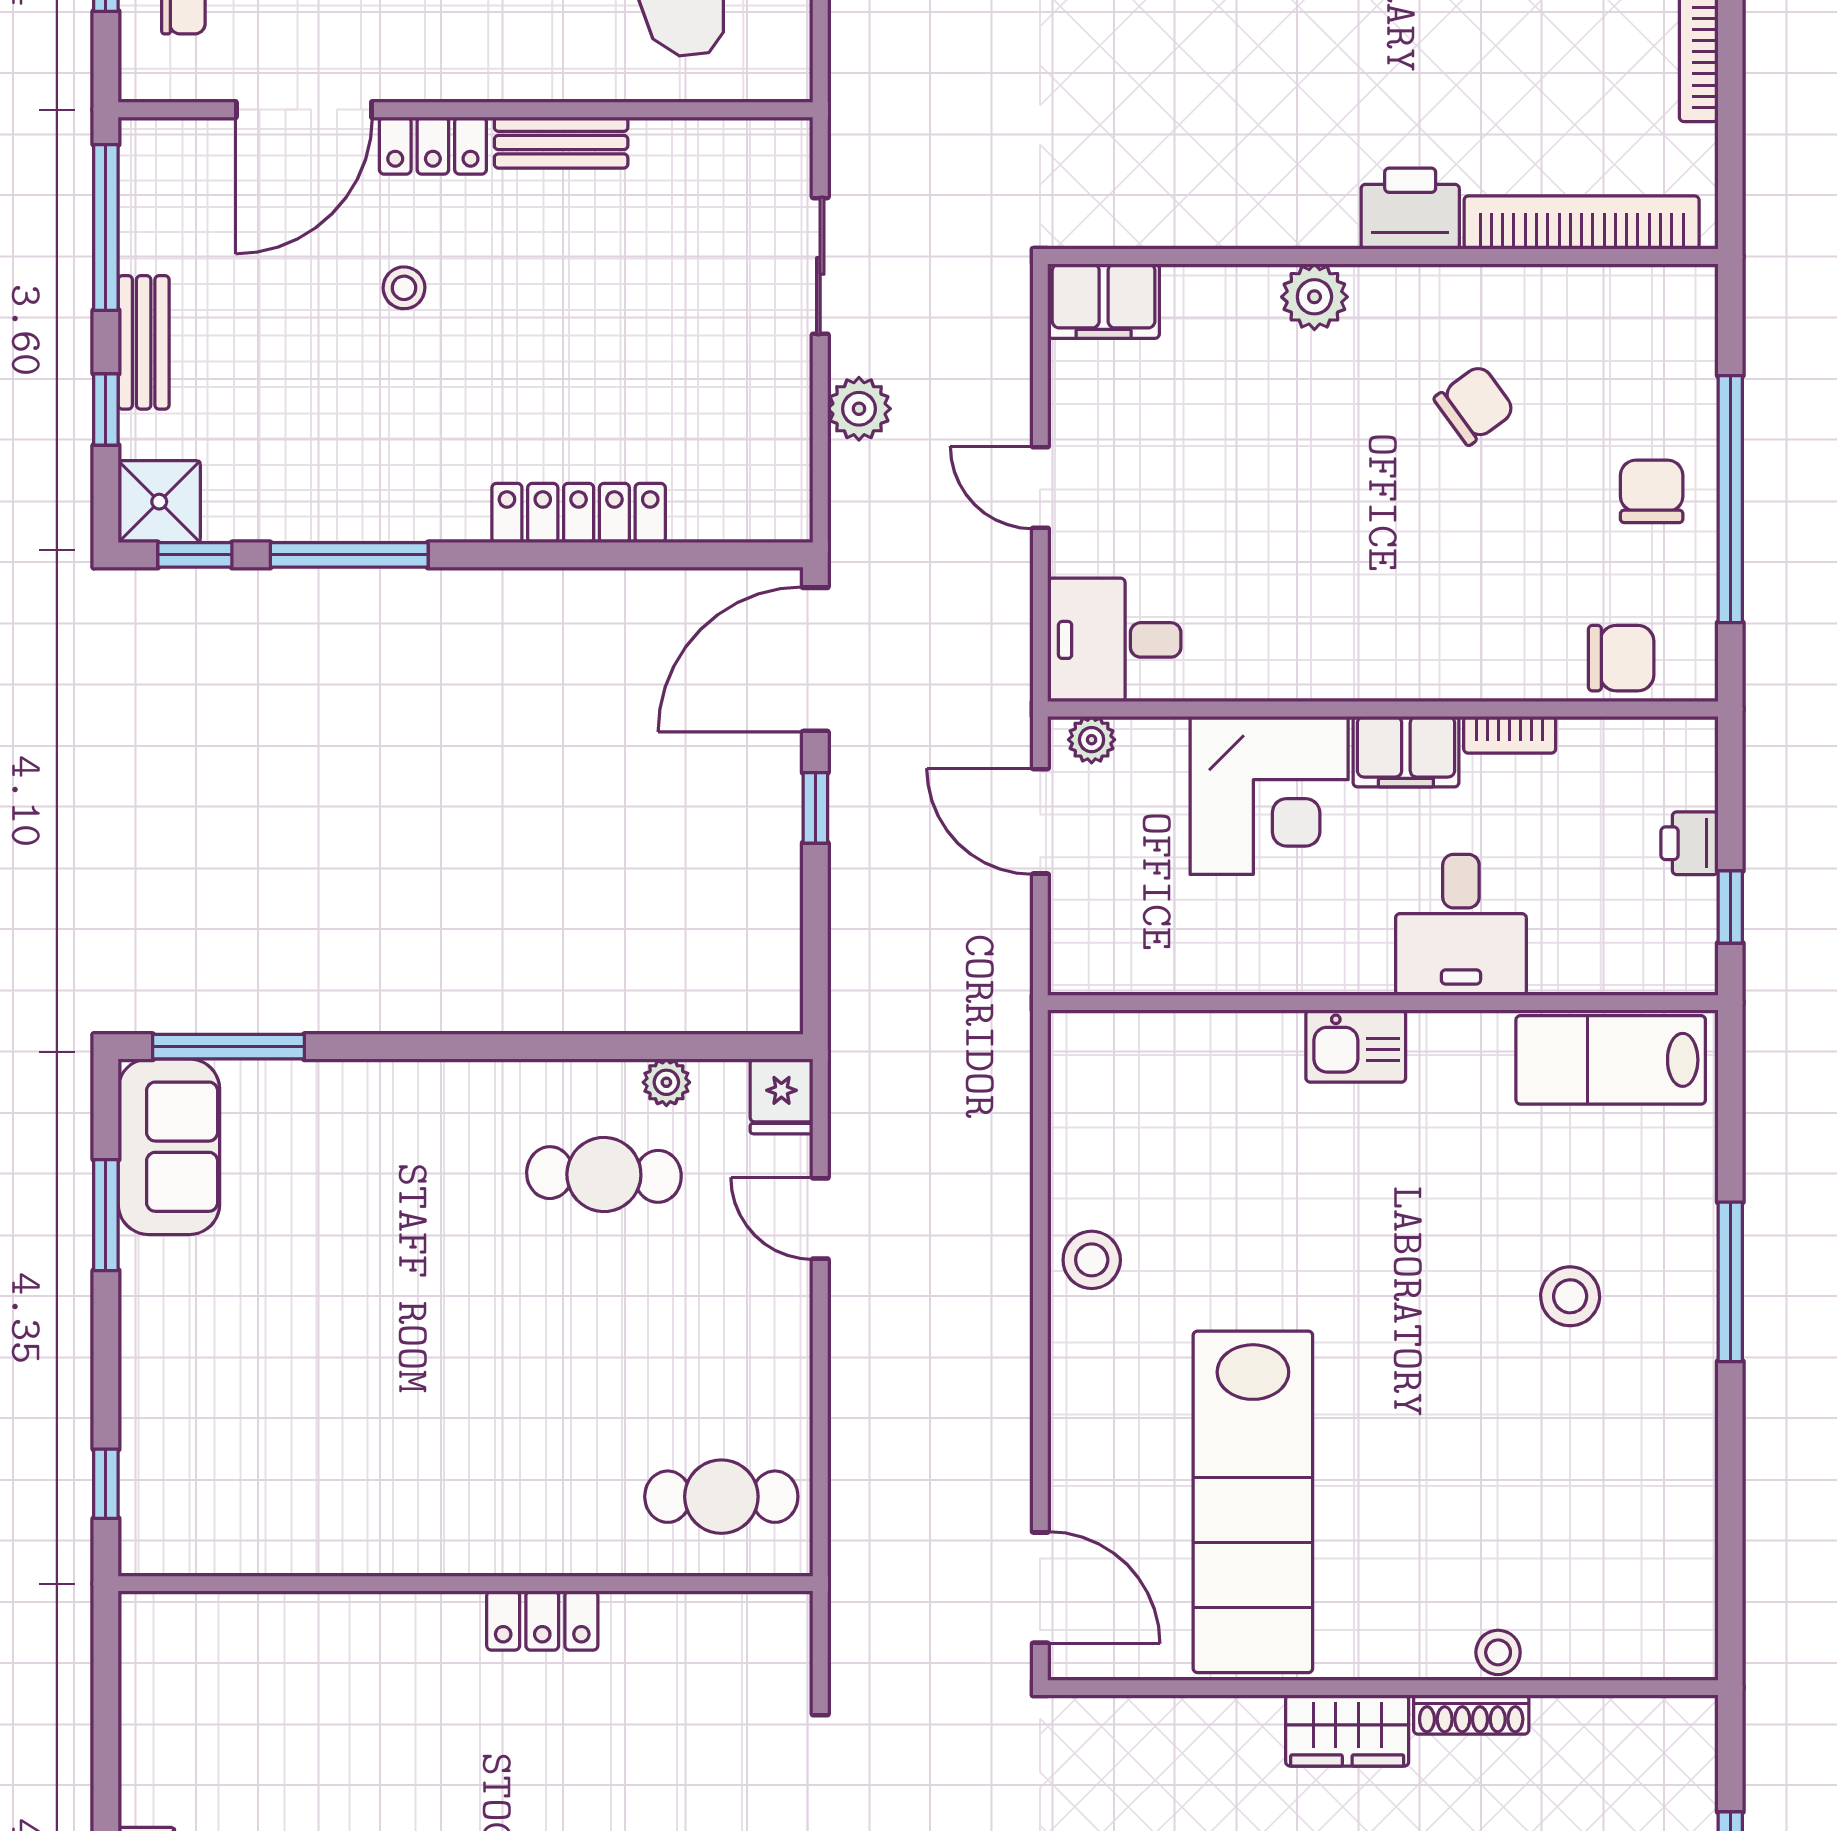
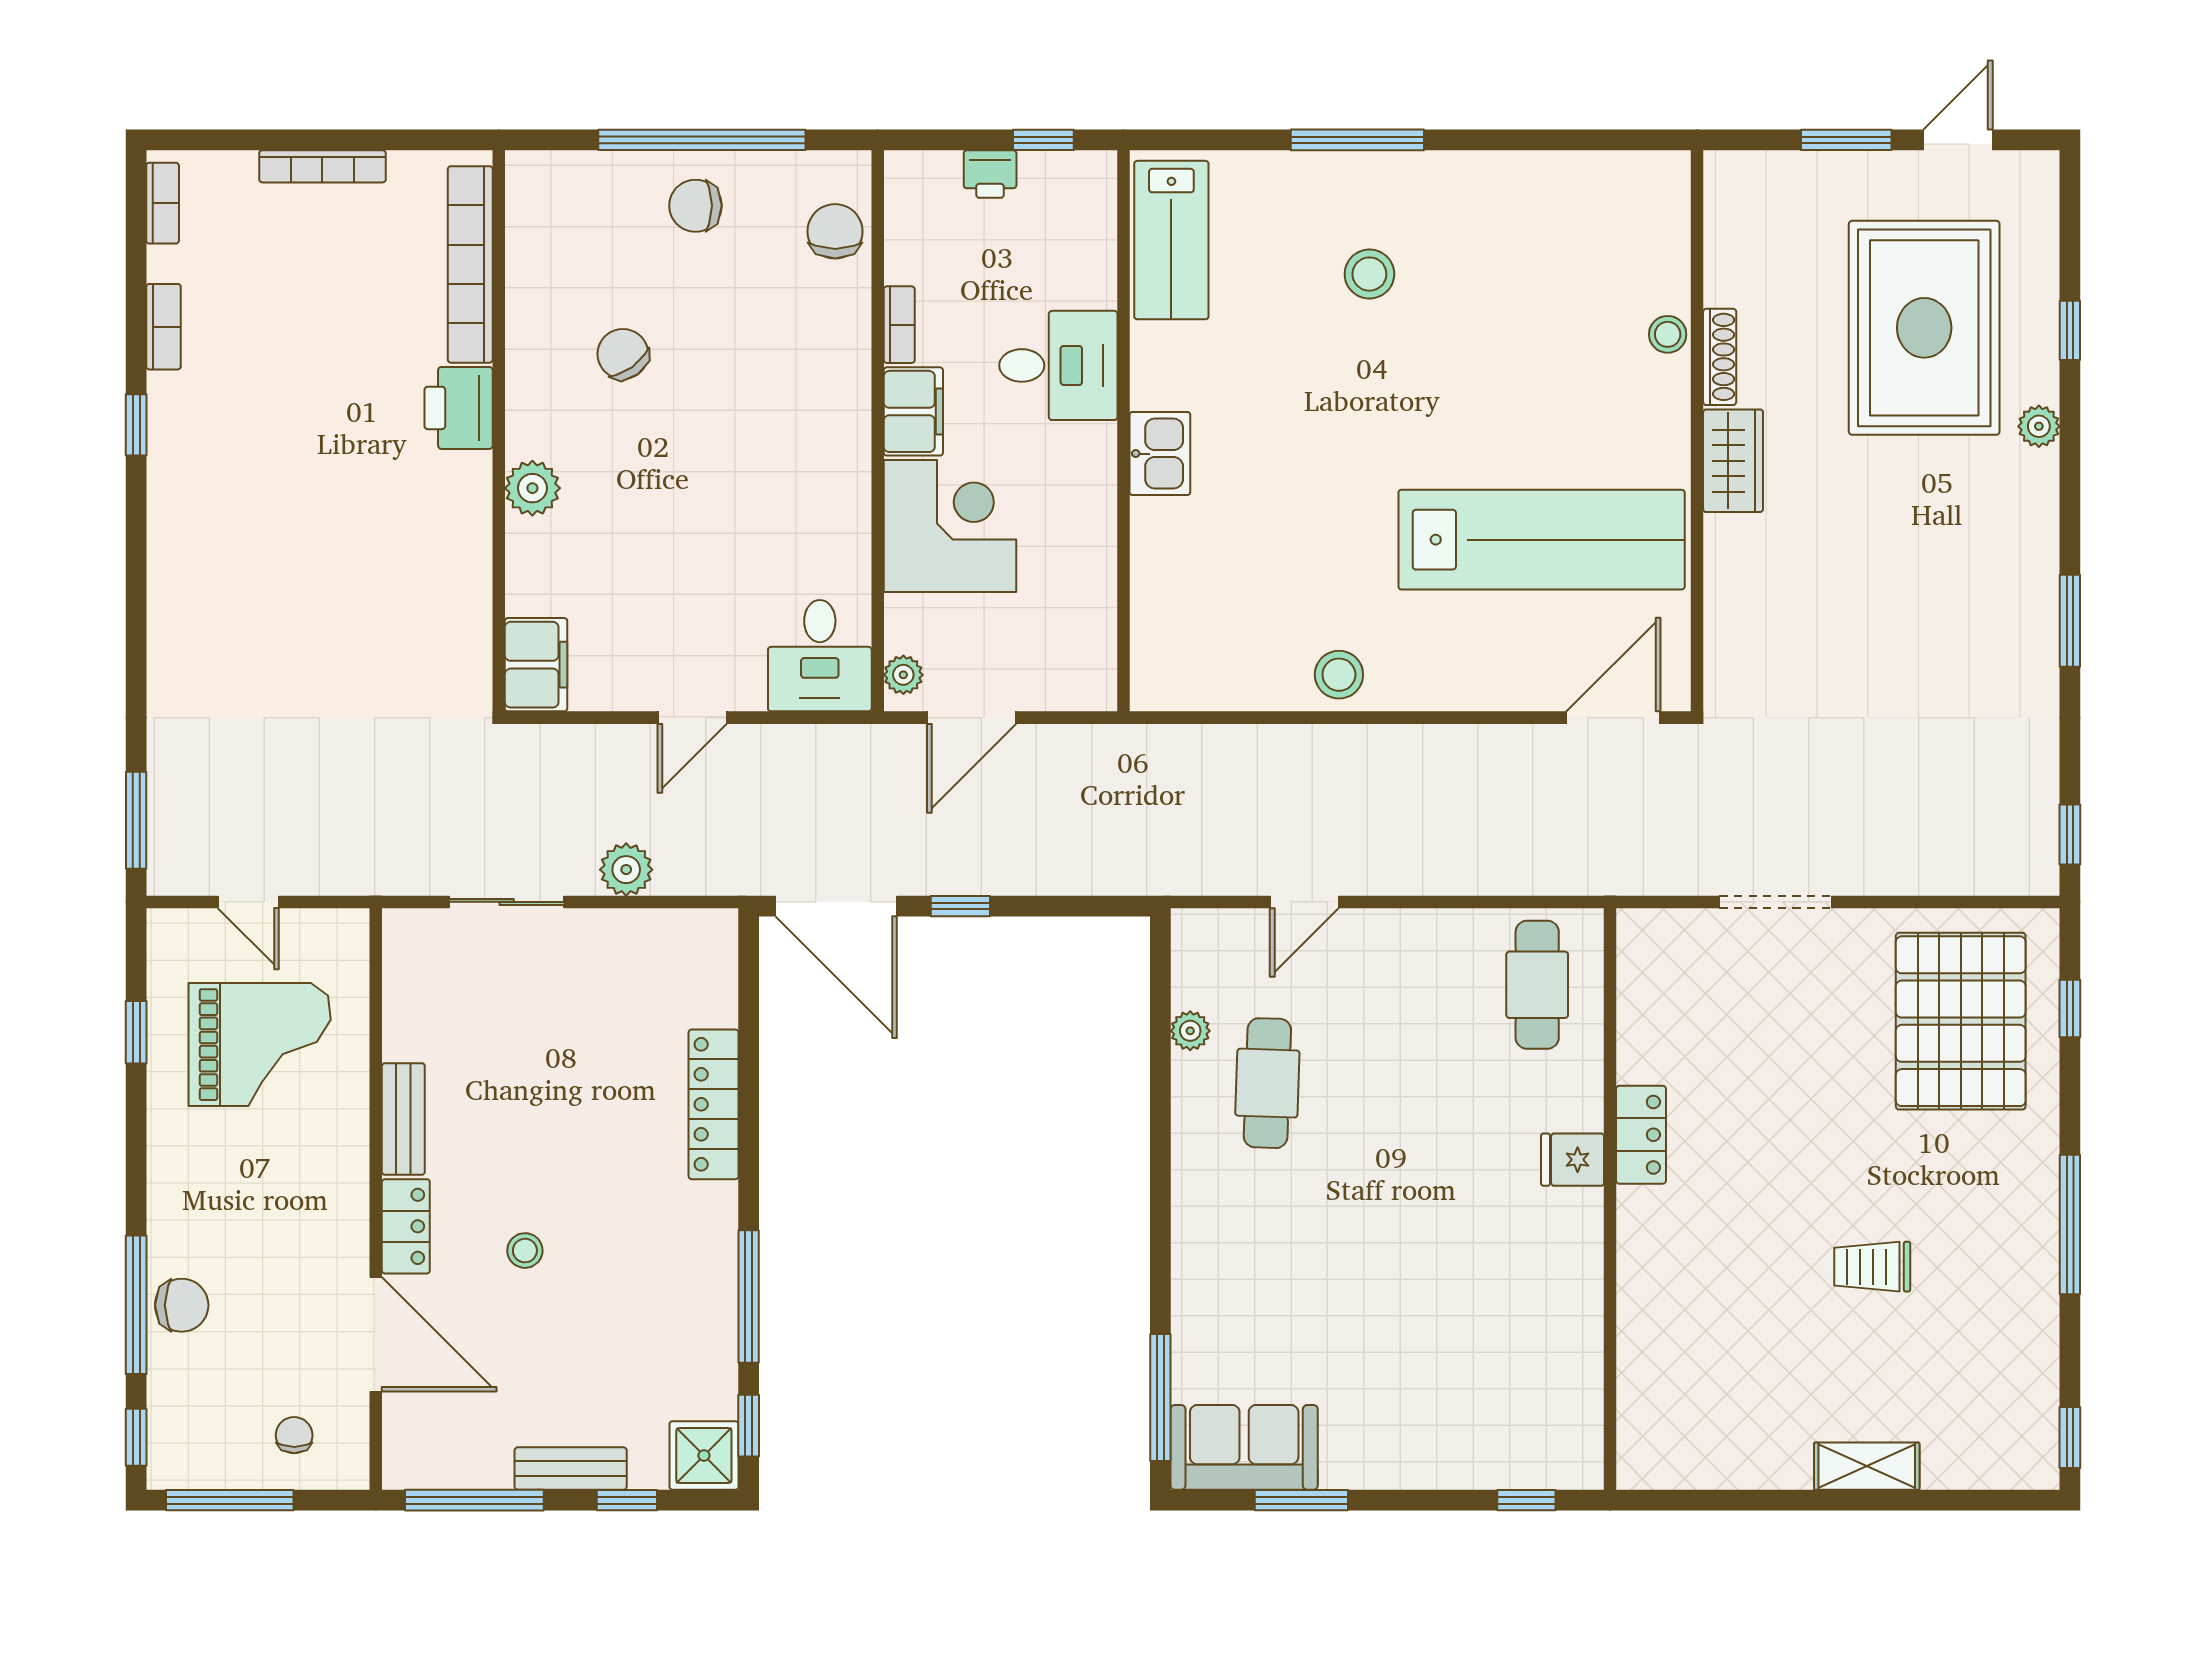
fridge: (781, 1096) -> (1573, 1160), moved, turned 180

